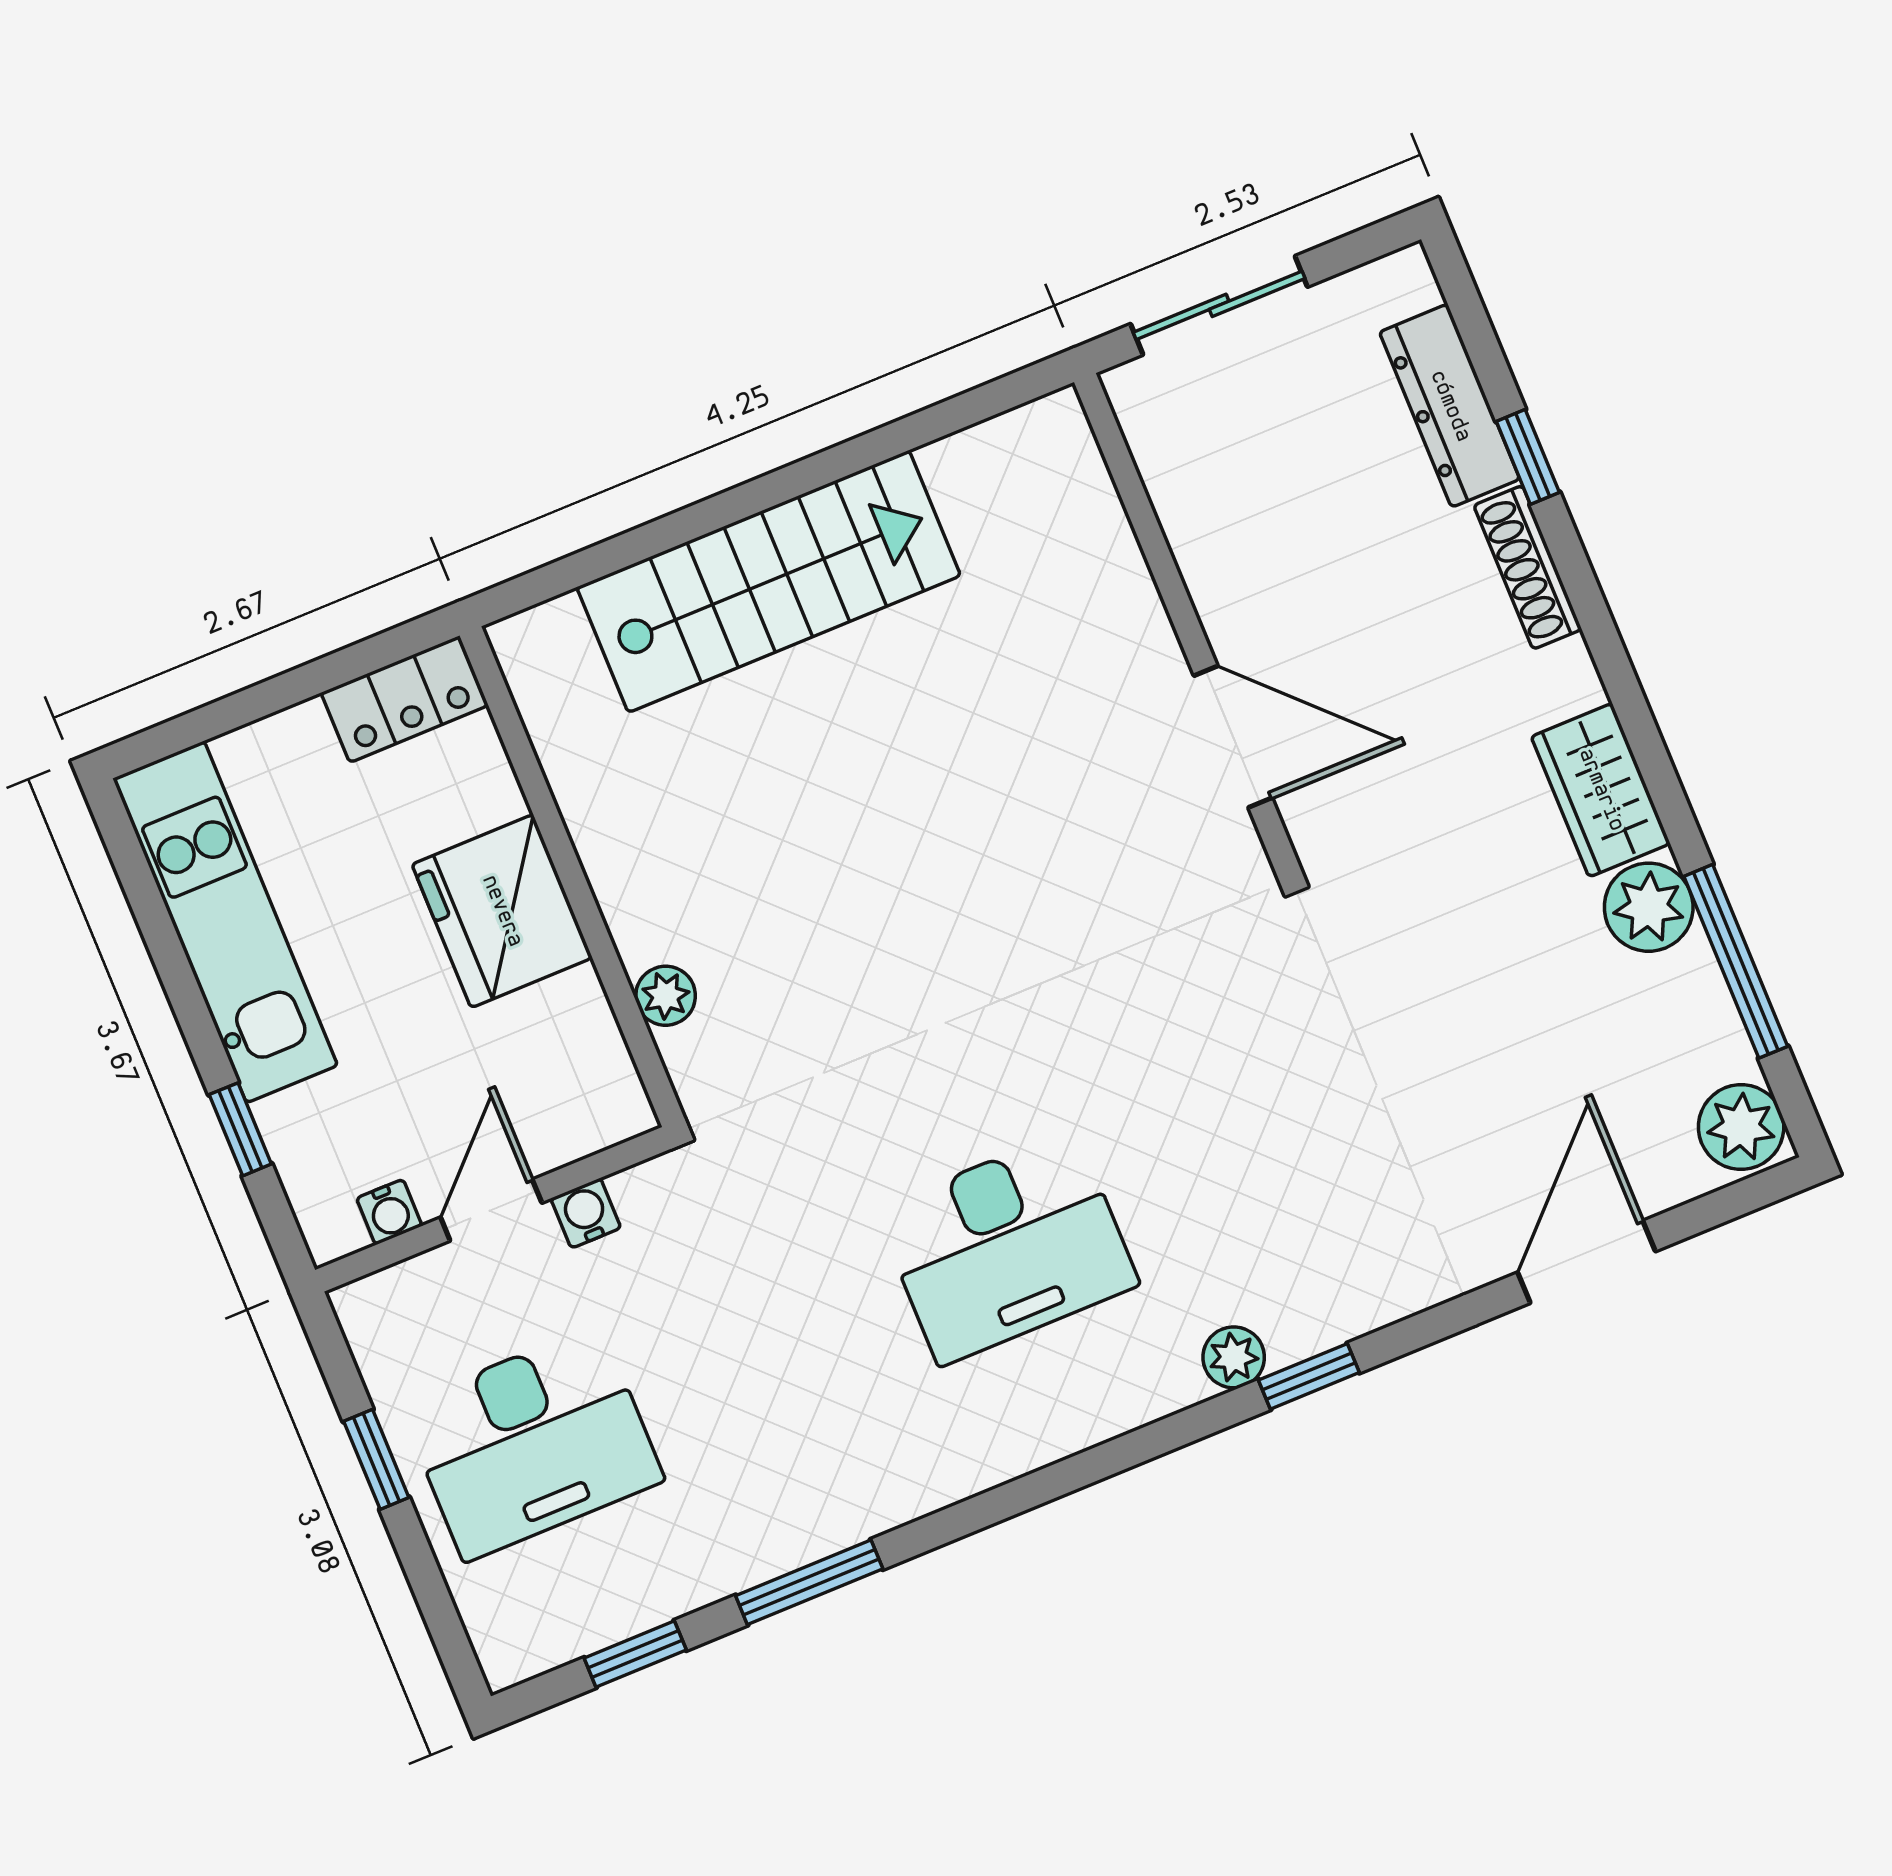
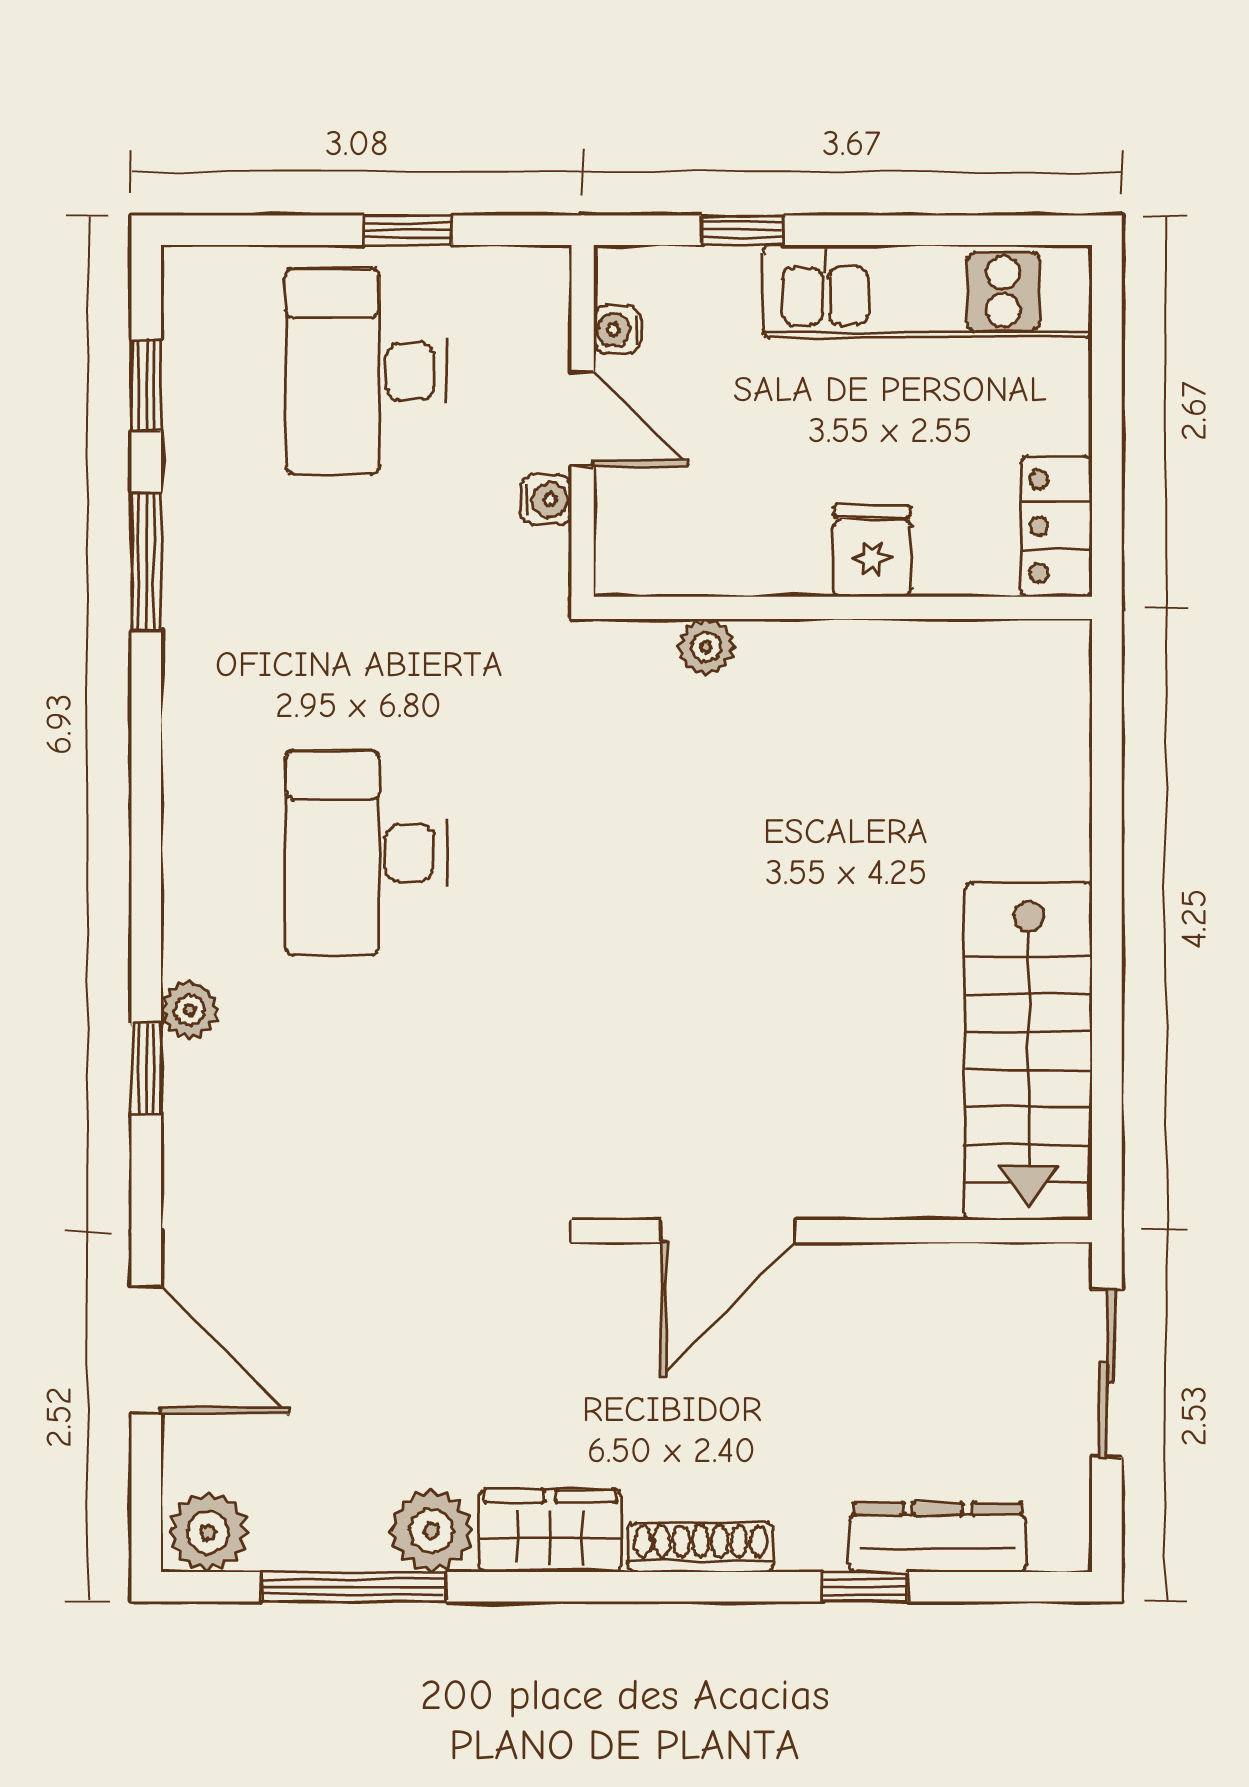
shoe rack: (1528, 567) -> (701, 1547), moved
stairs: (769, 581) -> (1029, 1051), moved
fridge: (502, 911) -> (872, 551), width x0.53, depth x0.75

